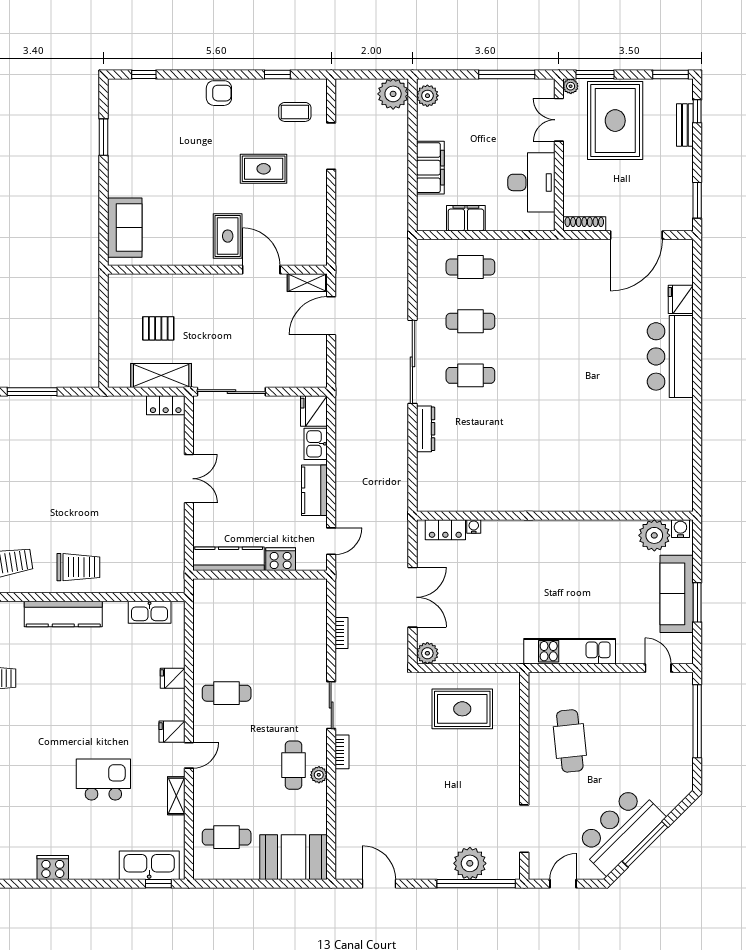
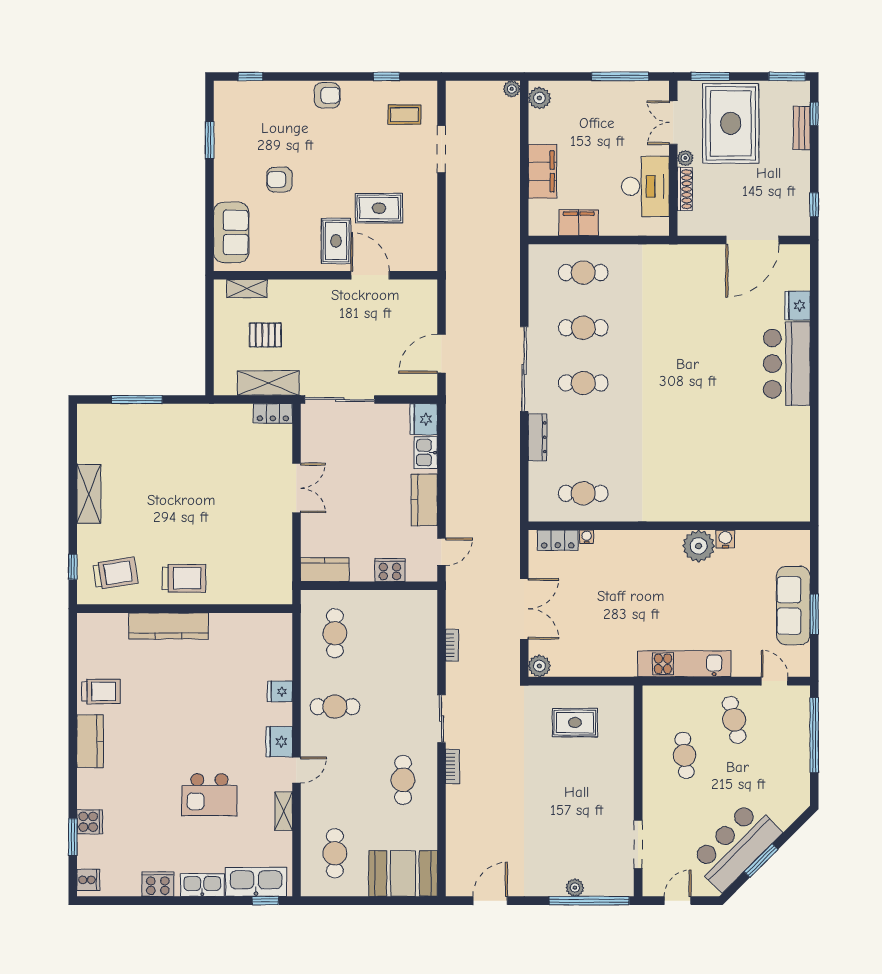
plant: (571, 86) -> (685, 158), moved
plant: (393, 94) -> (512, 89), width x0.53, depth x0.53
rug: (264, 169) -> (379, 208), moved
armchair: (172, 176) -> (279, 180), added
window: (697, 200) -> (814, 204), width x0.67
shoe rack: (584, 224) -> (685, 189), moved, turned 90
shelving: (307, 283) -> (247, 288), moved
door: (331, 316) -> (441, 354), moved
cafe table: (470, 484) -> (583, 493), added
water cooler: (680, 529) -> (725, 539), moved
plant: (654, 535) -> (699, 546), moved
kitchen counter: (229, 559) -> (325, 570), width x0.67
kitchen sink: (150, 612) -> (202, 885), moved, turned 180
cafe table: (227, 621) -> (335, 633), added
cafe table: (618, 706) -> (734, 720), added
rug: (462, 709) -> (575, 723), width x0.73, depth x0.70
fridge: (172, 732) -> (279, 742), width x1.38
cafe table: (570, 741) -> (685, 755), width x0.73, depth x0.74
plant: (319, 775) -> (429, 790), removed
kitchen island: (103, 780) -> (209, 795), turned 180
cafe table: (227, 837) -> (335, 853), turned 90
window: (645, 844) -> (761, 861), width x0.69
plant: (470, 863) -> (575, 888), width x0.53, depth x0.53
door: (379, 884) -> (490, 901), hinge flipped

